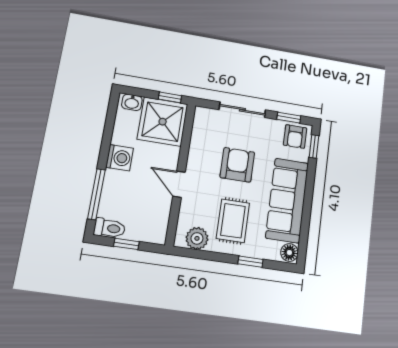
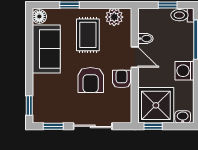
armchair: (295, 137) -> (122, 79), moved
sofa: (287, 200) -> (46, 49), width x0.73
bidet: (162, 205) -> (146, 39), added

